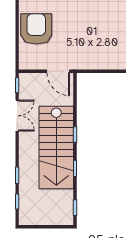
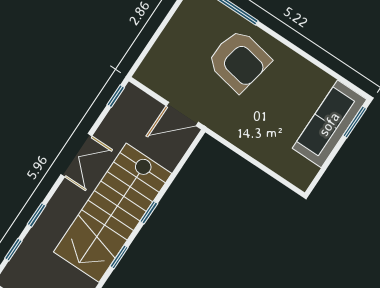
armchair: (36, 29) -> (239, 61), moved, turned 101
door: (58, 71) -> (182, 114), hinge flipped
double door: (17, 116) -> (76, 155), moved

